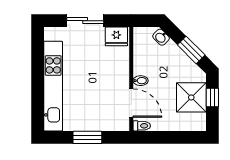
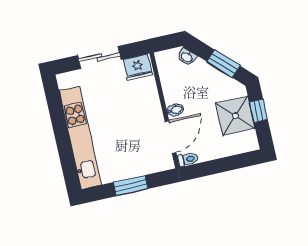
door: (131, 103) -> (171, 137), hinge flipped

